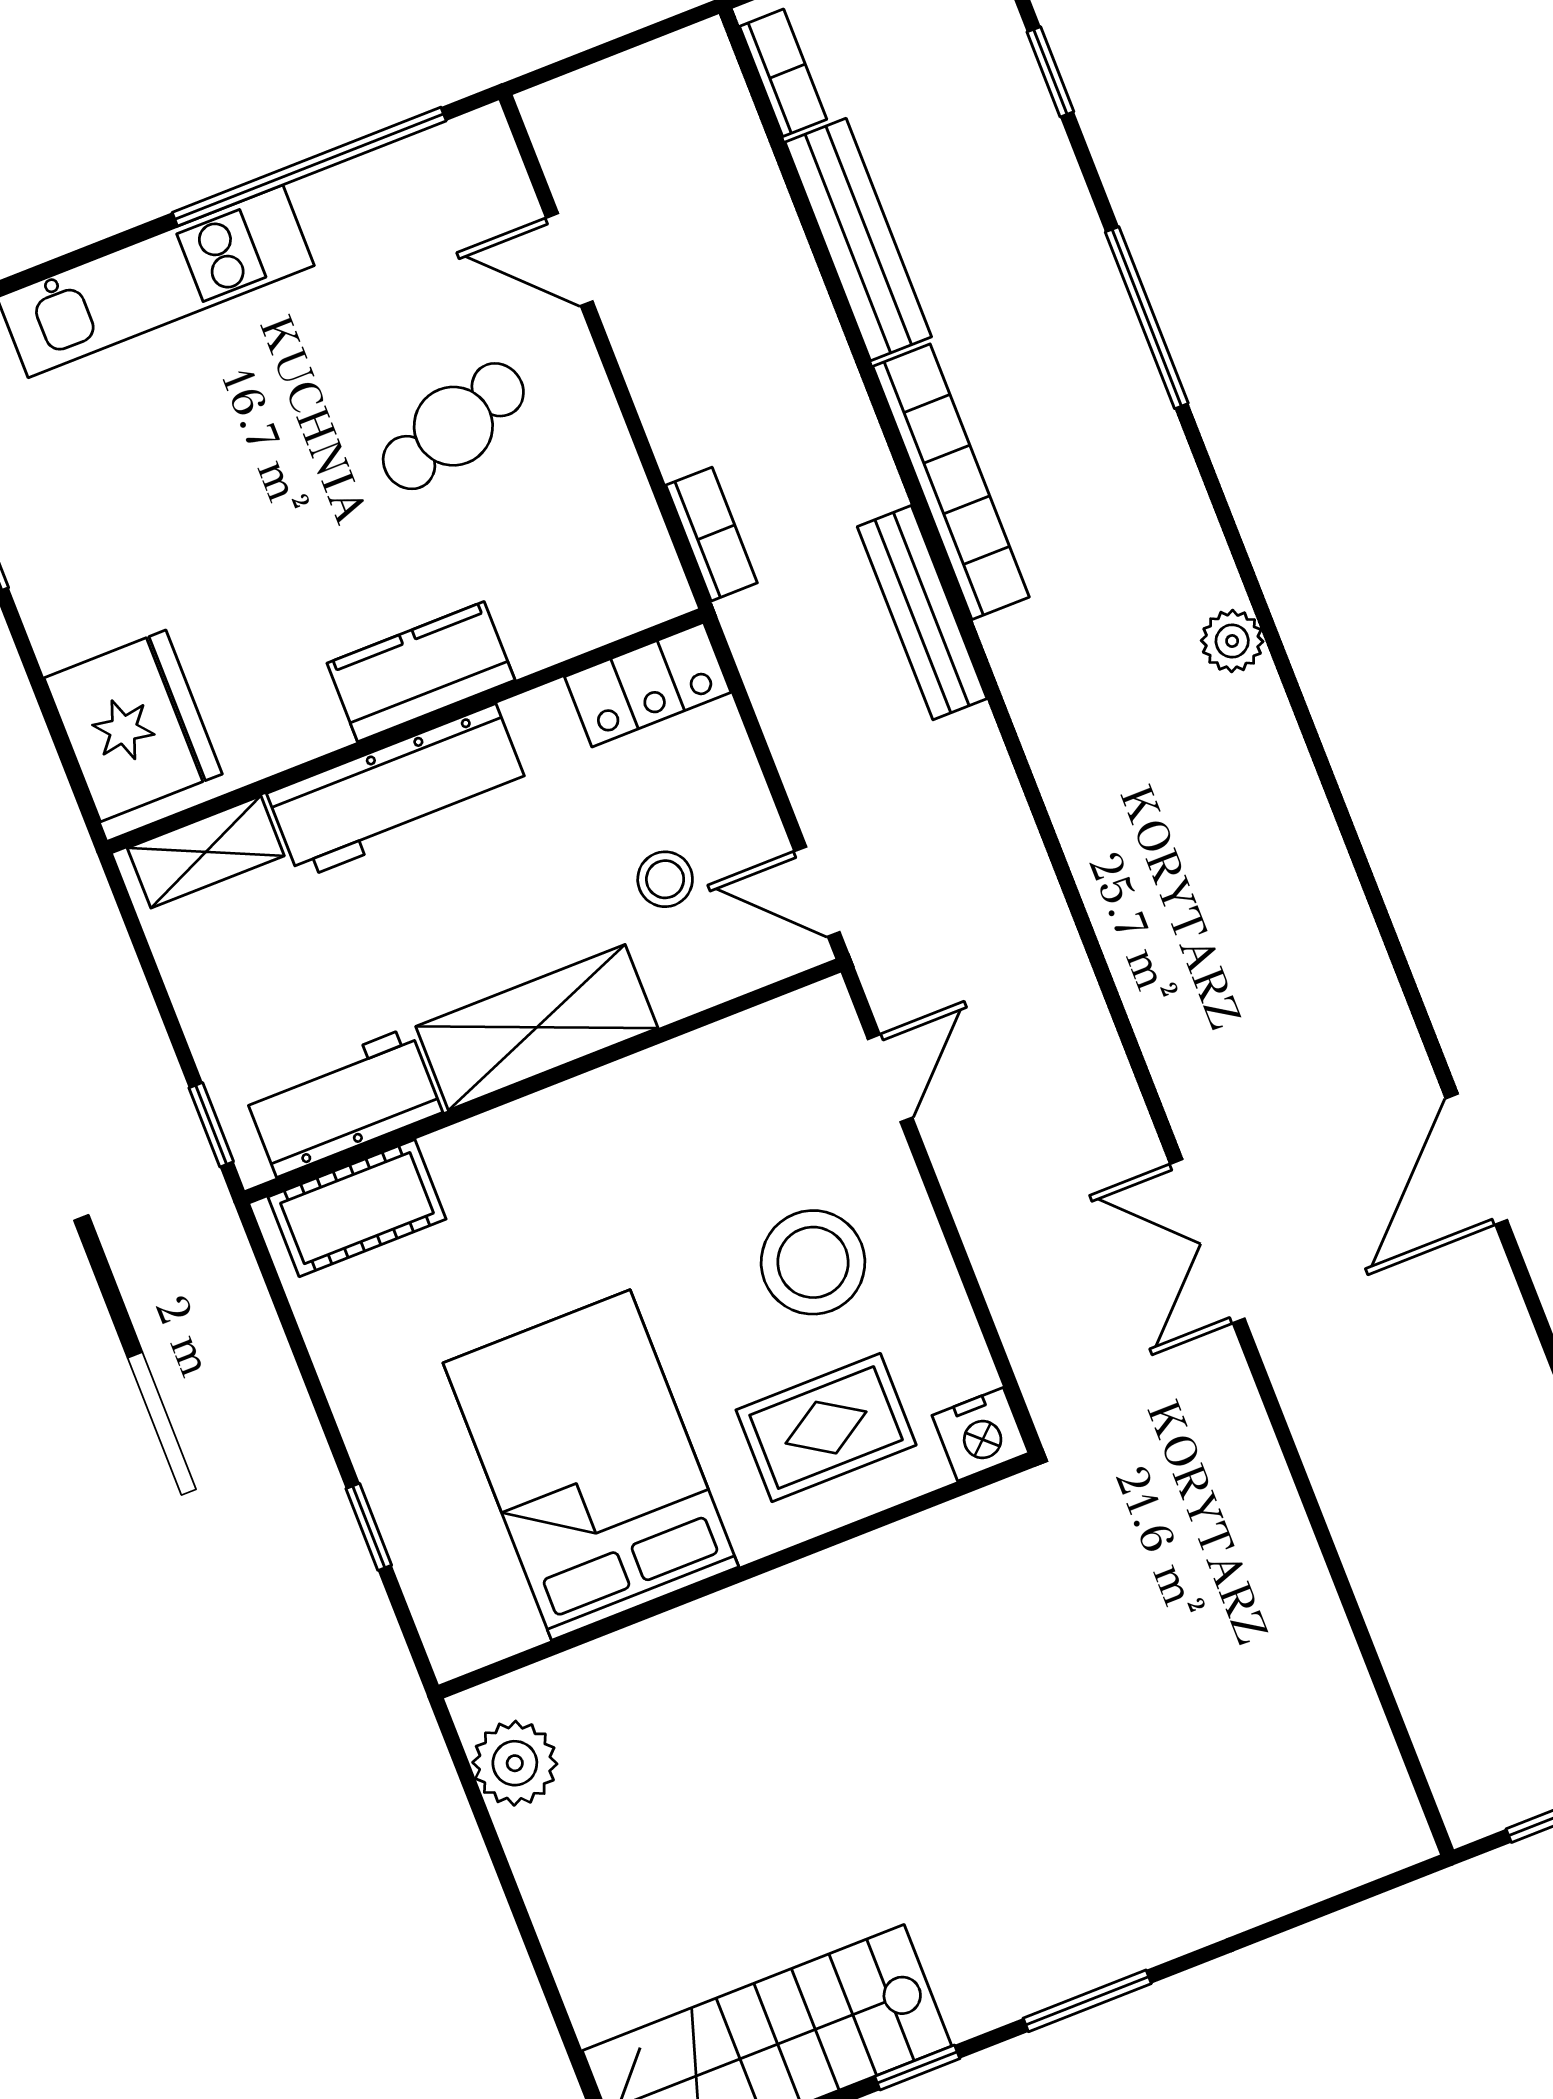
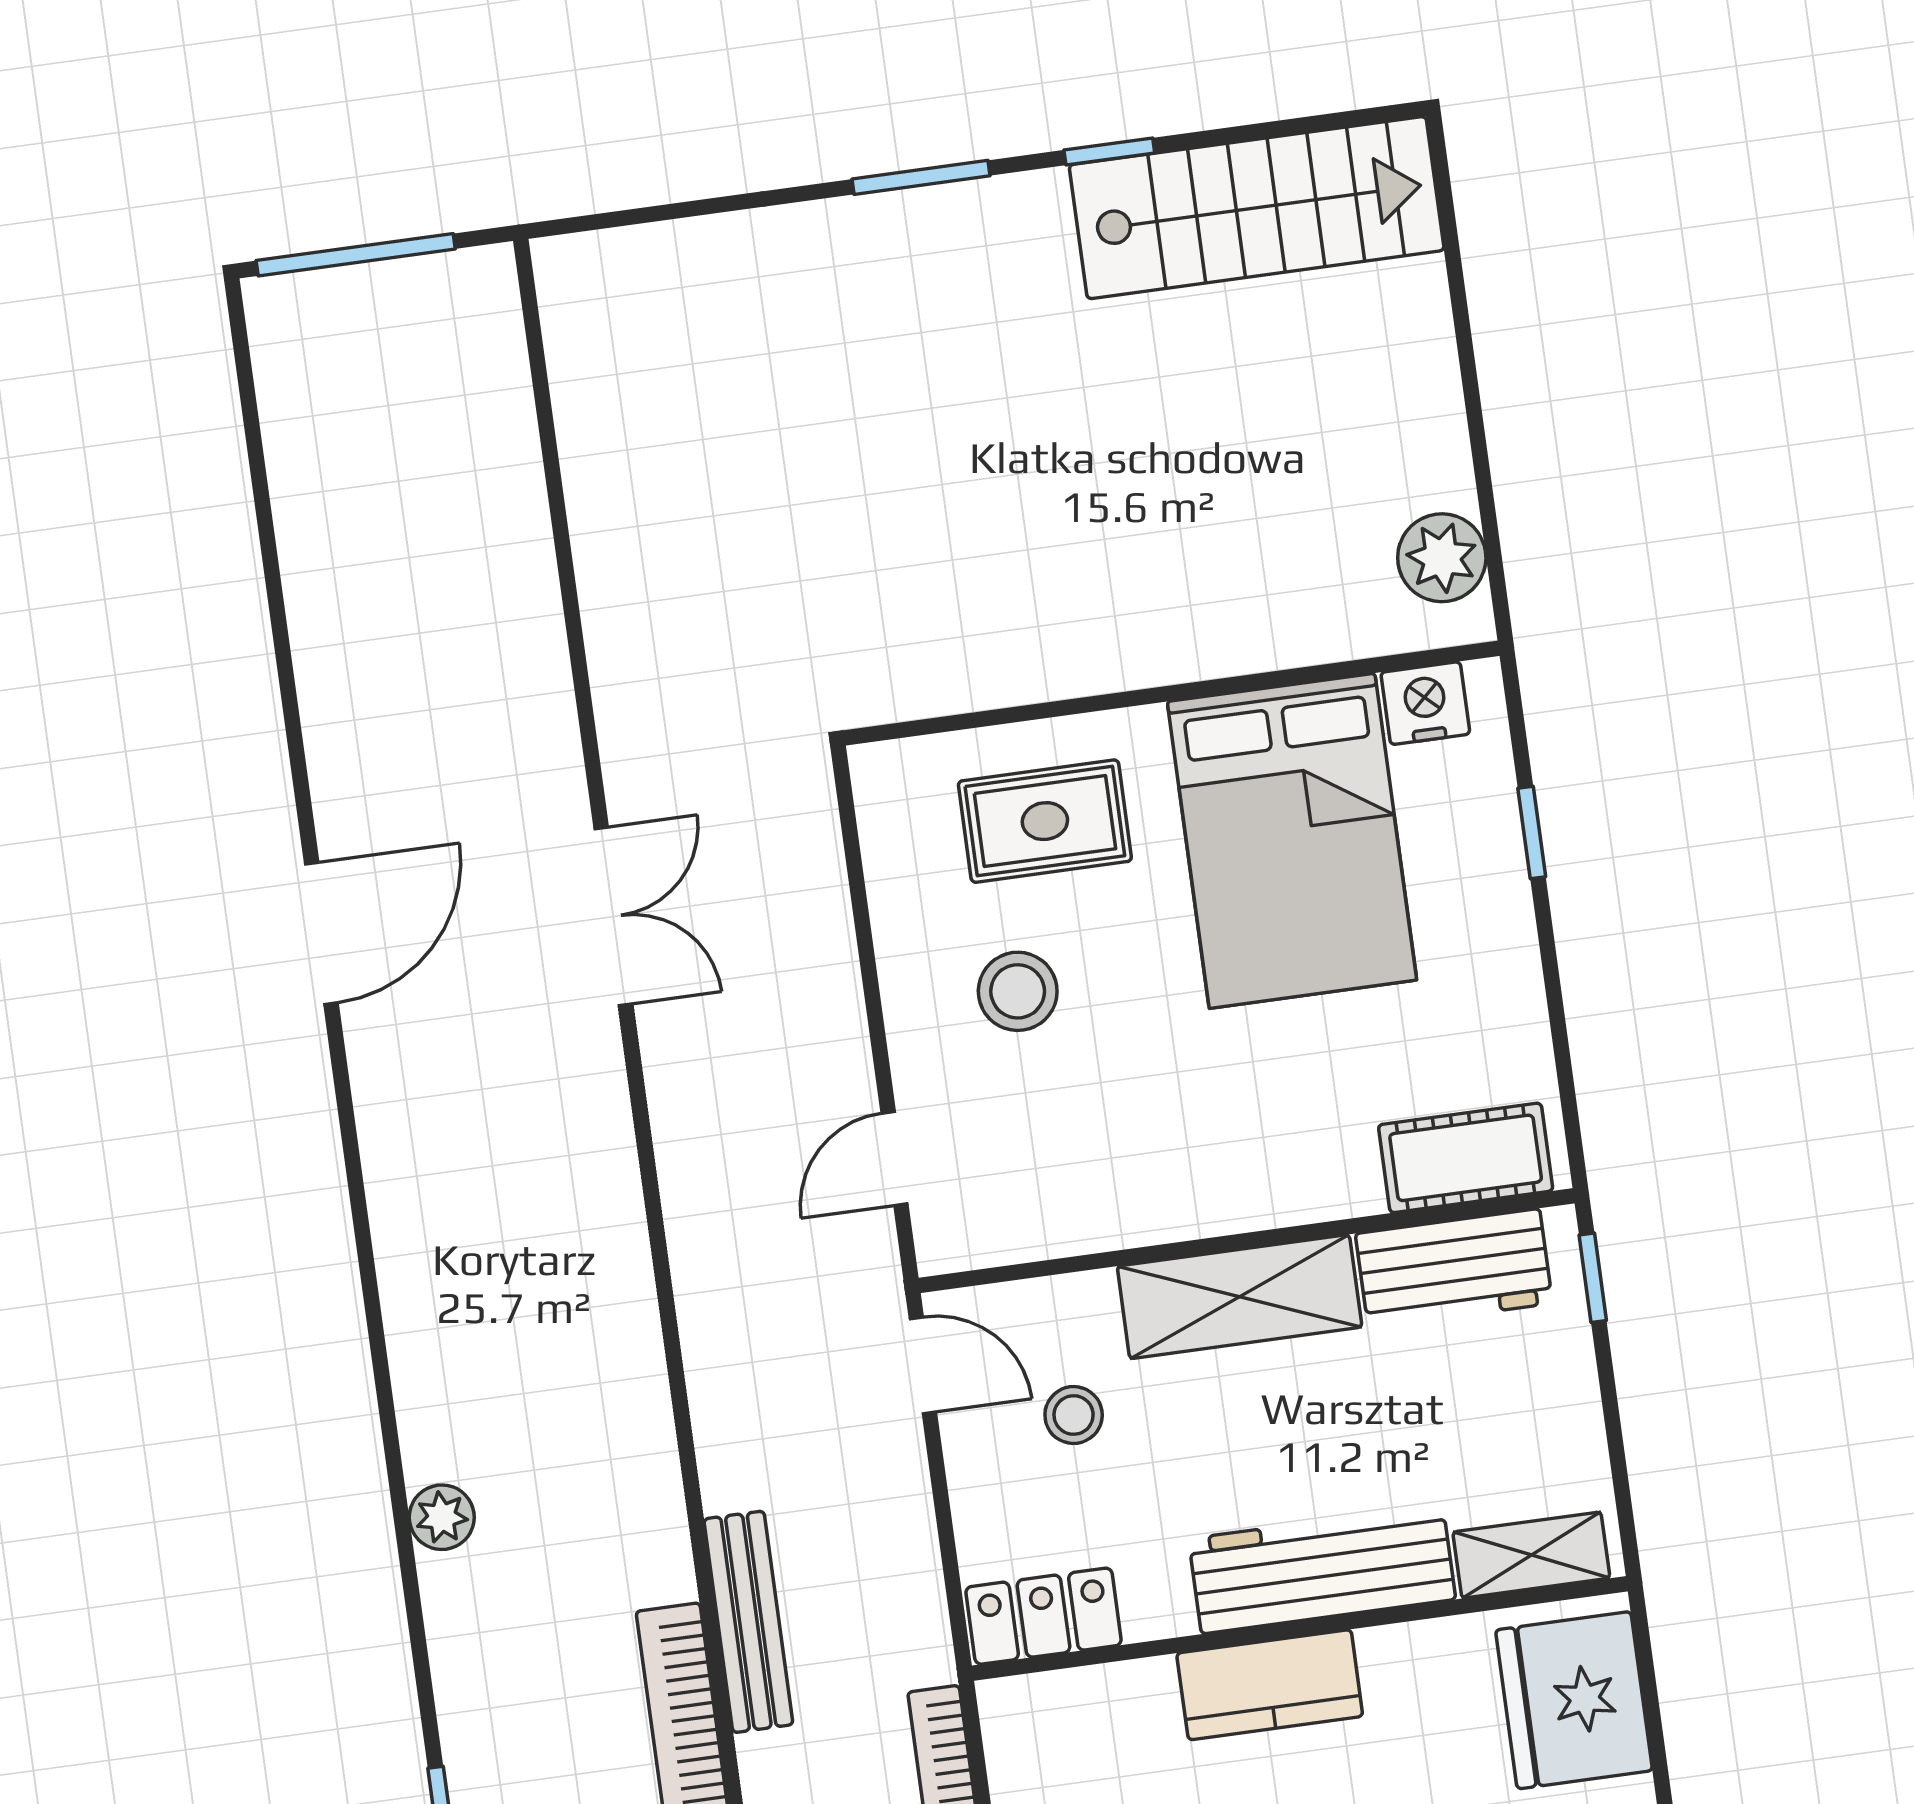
stool: (813, 1262) -> (1018, 991), width x0.73, depth x0.73
nightstand: (981, 1434) -> (1425, 703), moved

